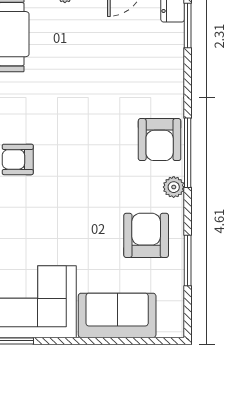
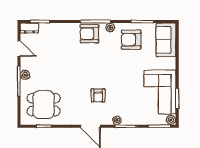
armchair: (160, 140) -> (89, 34), turned 180
sofa: (117, 315) -> (166, 40), moved

